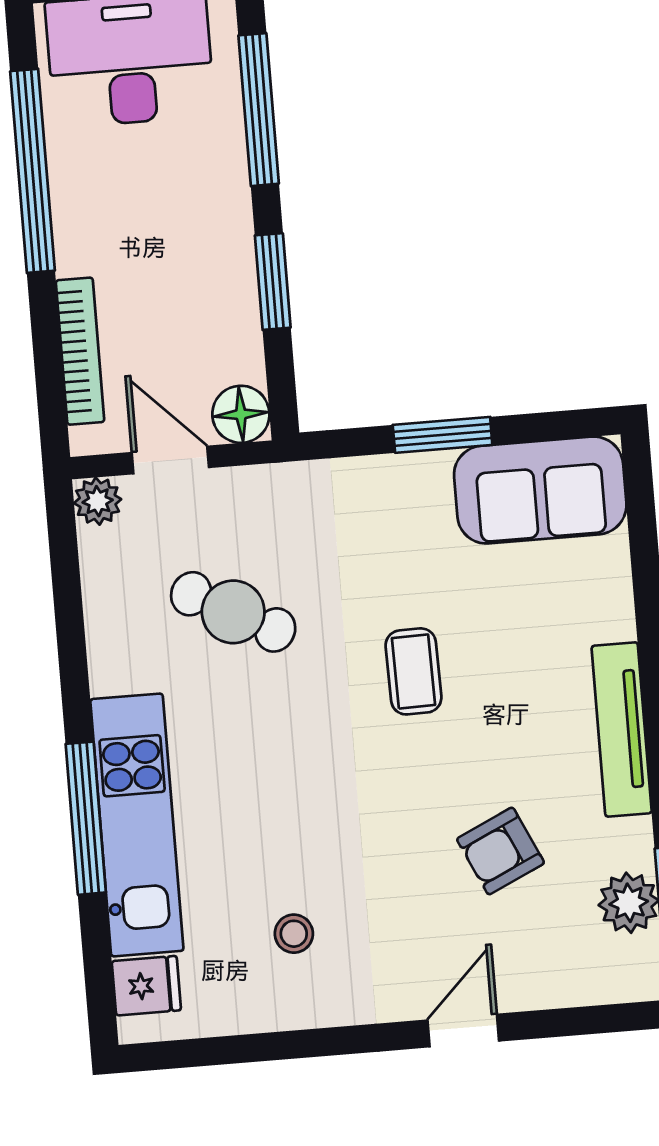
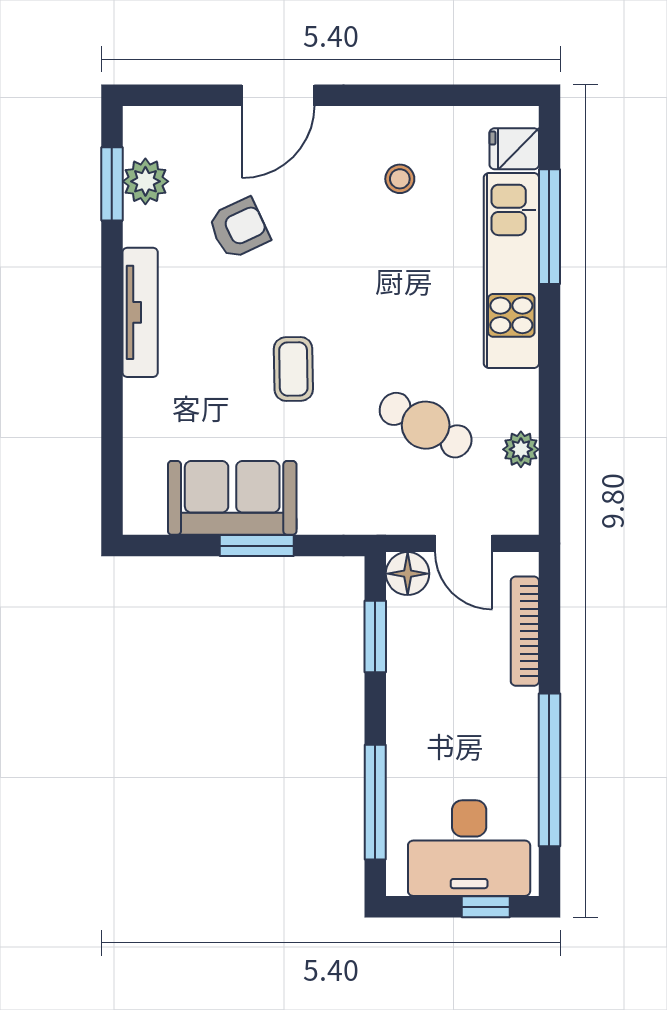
window: (273, 282) -> (375, 636), moved
sofa: (540, 490) -> (232, 498), moved
plant: (98, 501) -> (521, 449), moved
window: (86, 818) -> (549, 227), moved
door: (463, 1031) -> (278, 95), width x1.38

